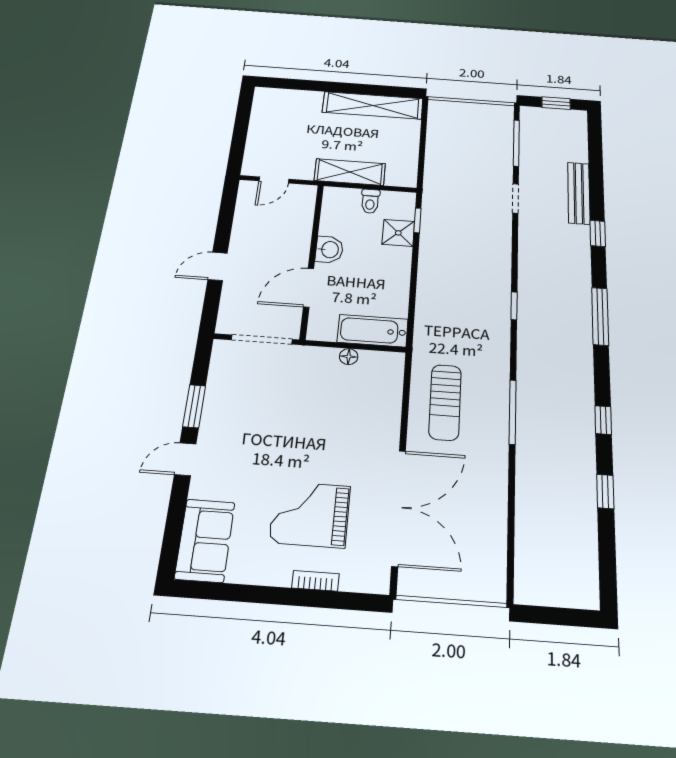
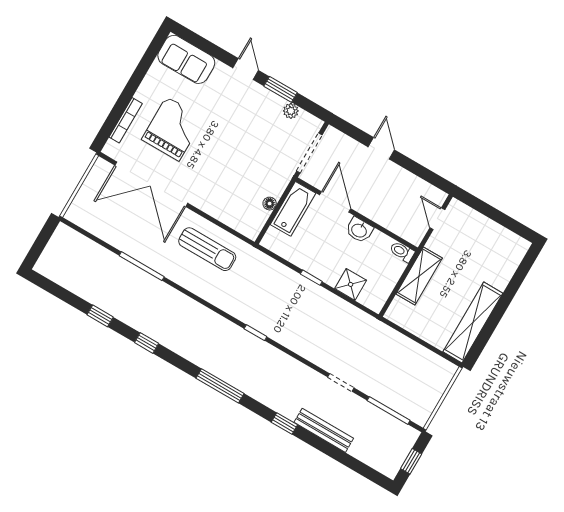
toilet: (370, 201) -> (402, 252), moved
window: (417, 220) -> (311, 278), moved
bathtub: (373, 331) -> (293, 209), moved
plant: (217, 382) -> (291, 111), added
sun lounger: (445, 402) -> (207, 249), turned 180
window: (513, 412) -> (142, 266), moved
bookcase: (315, 581) -> (126, 120), width x1.56

